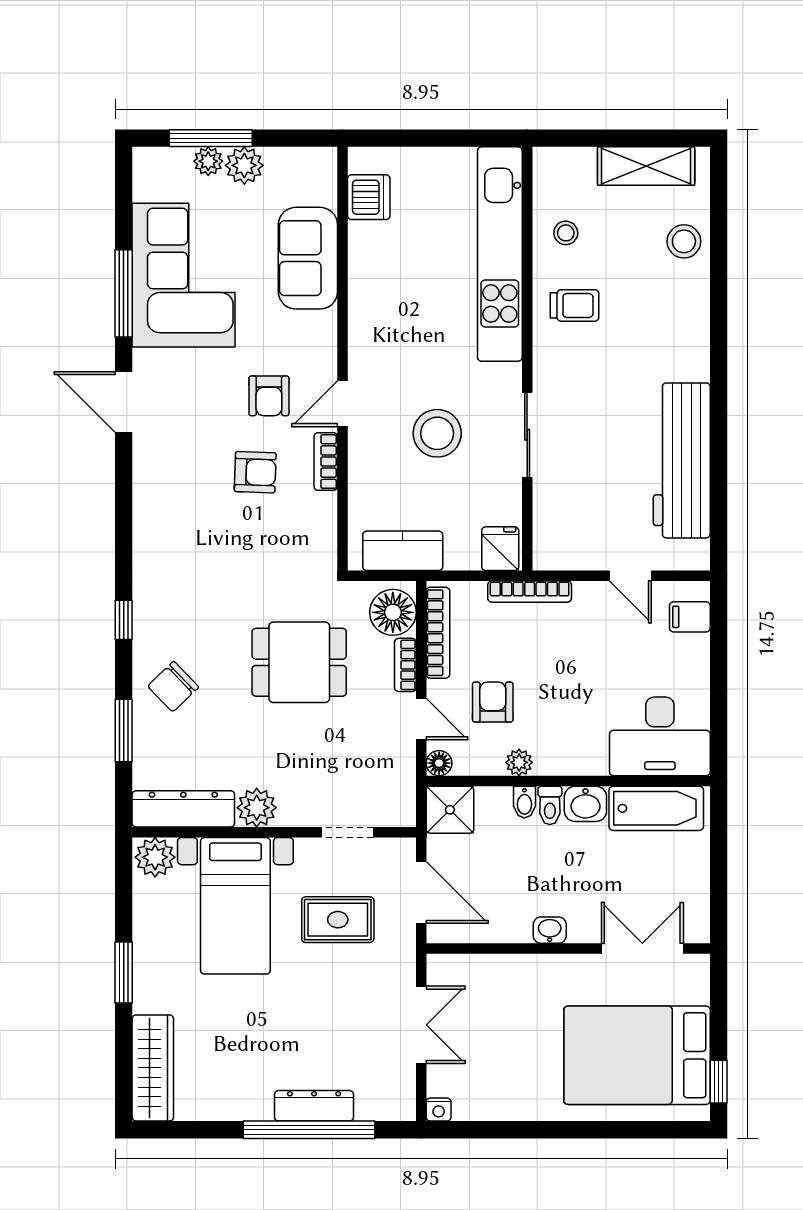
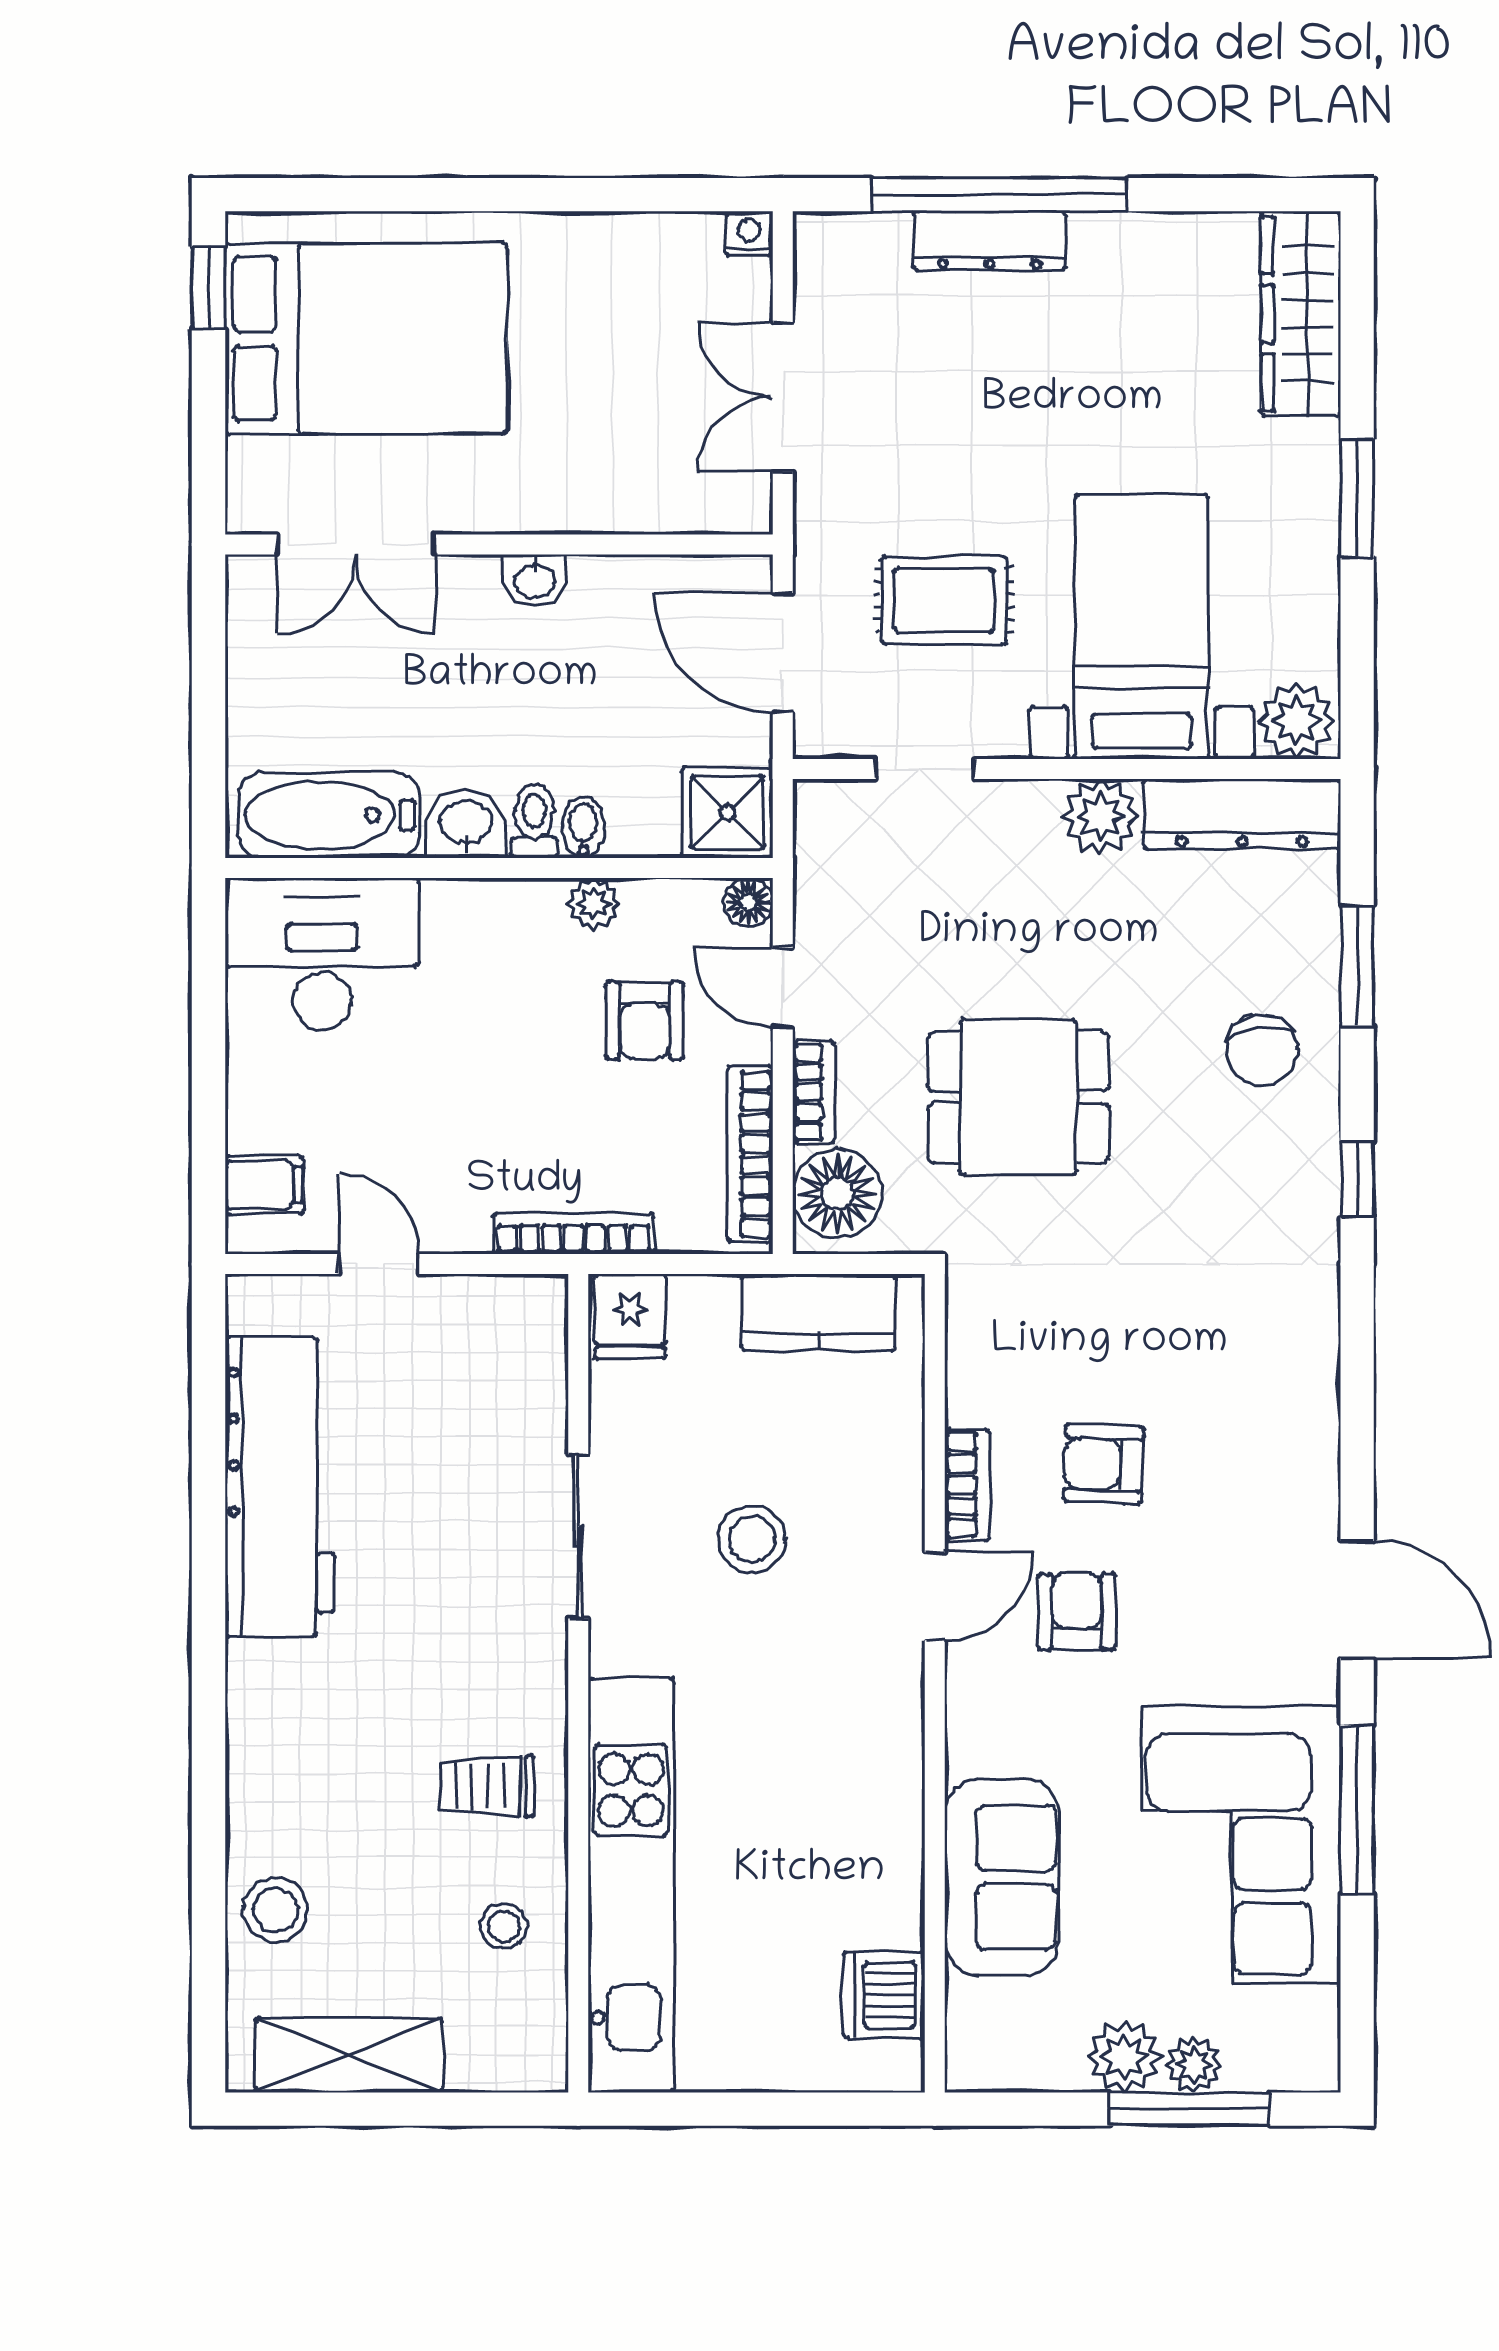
stool: (437, 433) -> (752, 1539), width x0.73, depth x0.73
chair: (173, 687) -> (1262, 1050), turned 125

